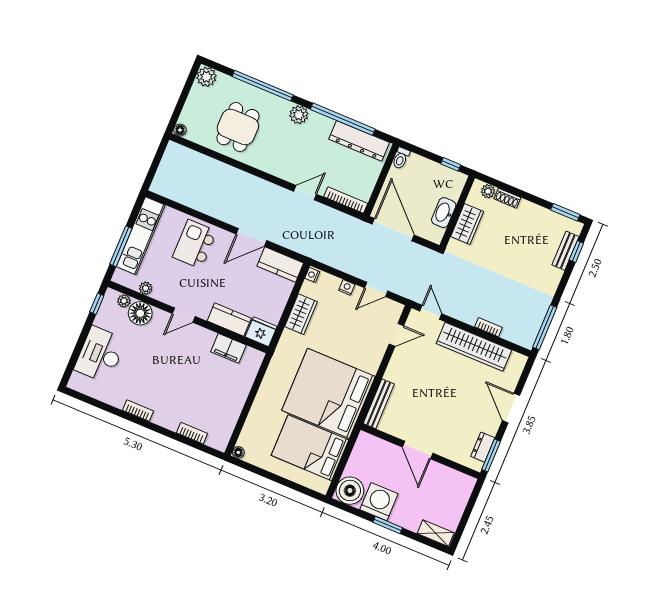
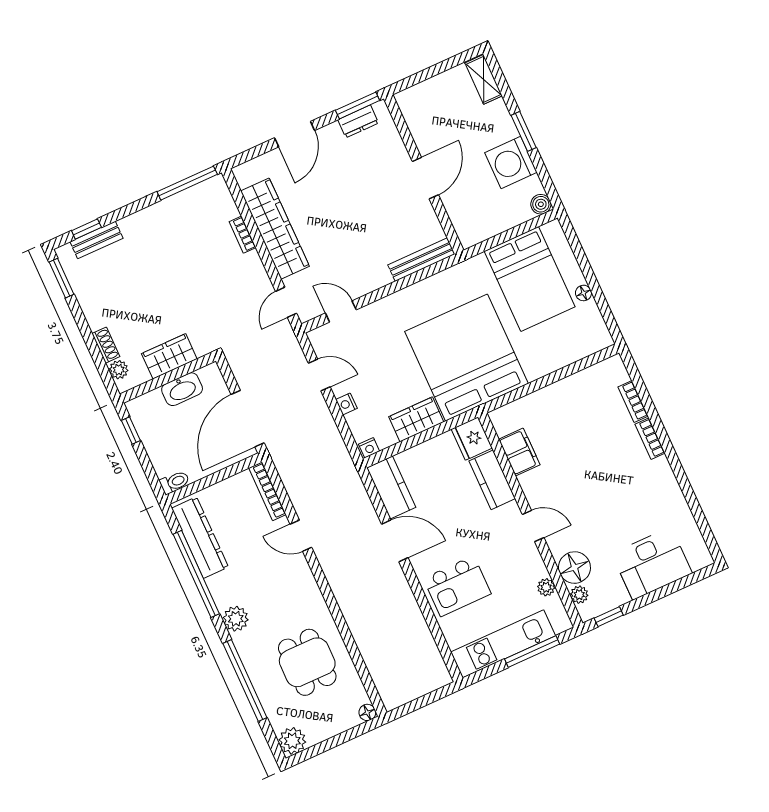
dining table: (238, 127) -> (307, 662), turned 90
bed: (329, 393) -> (467, 358), moved, turned 180
bookcase: (138, 411) -> (650, 439), moved
floor lamp: (238, 452) -> (583, 293), moved
boiler: (350, 491) -> (541, 204), width x0.54, depth x0.54

